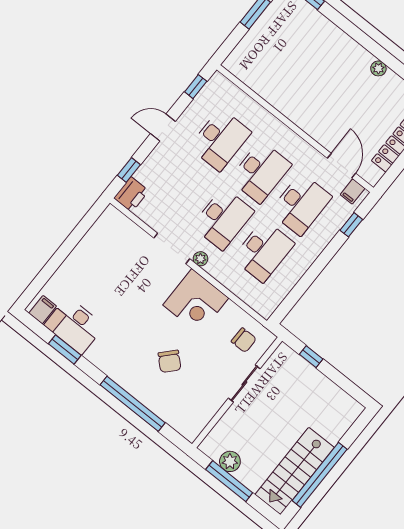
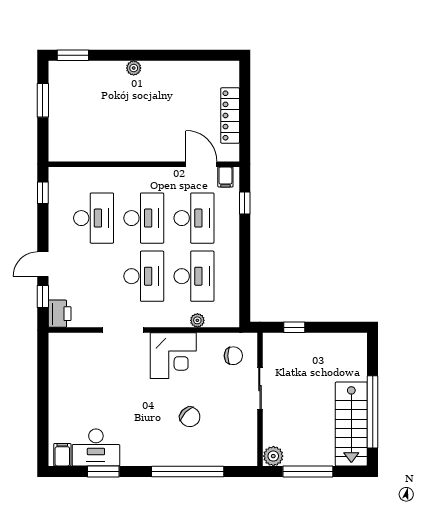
plant: (378, 68) -> (134, 68), moved
door: (163, 128) -> (43, 264), moved
plant: (200, 259) -> (197, 320), moved
plant: (230, 461) -> (273, 456), moved

